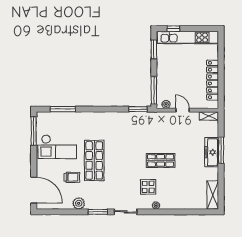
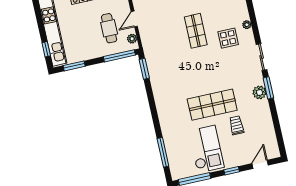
cafe table: (179, 87) -> (109, 28), added
window: (34, 164) -> (232, 171), added
door: (34, 190) -> (260, 164), width x0.53
plant: (79, 203) -> (260, 92), moved

